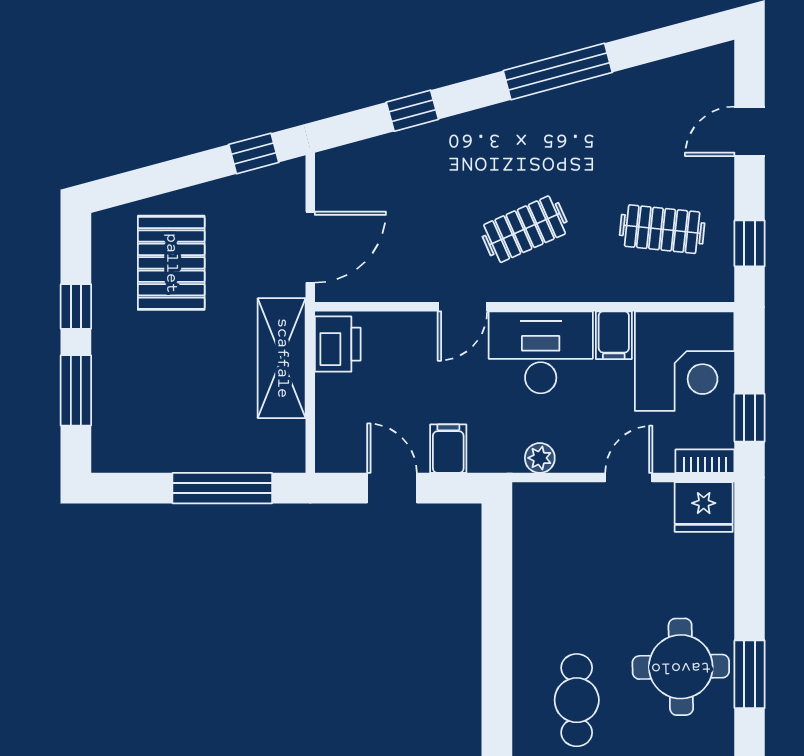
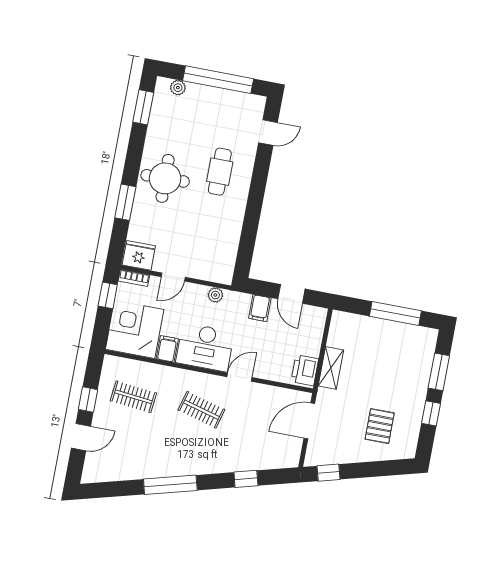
clothes rail: (525, 229) -> (201, 410), turned 39
window: (750, 243) -> (88, 399), moved
pallet: (171, 263) -> (380, 426), width x0.67, depth x0.71
shelving: (282, 358) -> (331, 368), width x0.67, depth x0.75
window: (222, 488) -> (395, 314), moved
window: (750, 674) -> (125, 202), moved

